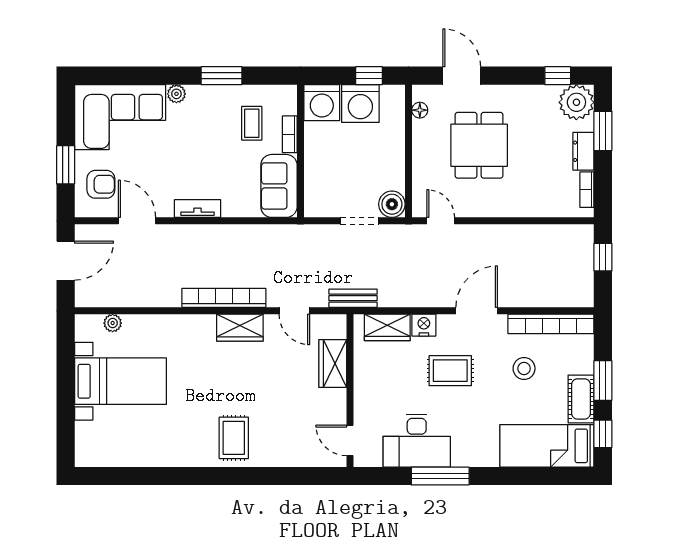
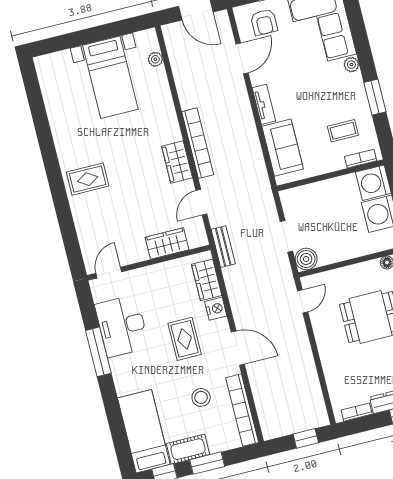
bookcase: (290, 134) -> (361, 159), moved
sofa: (279, 186) -> (283, 148), moved, turned 90

